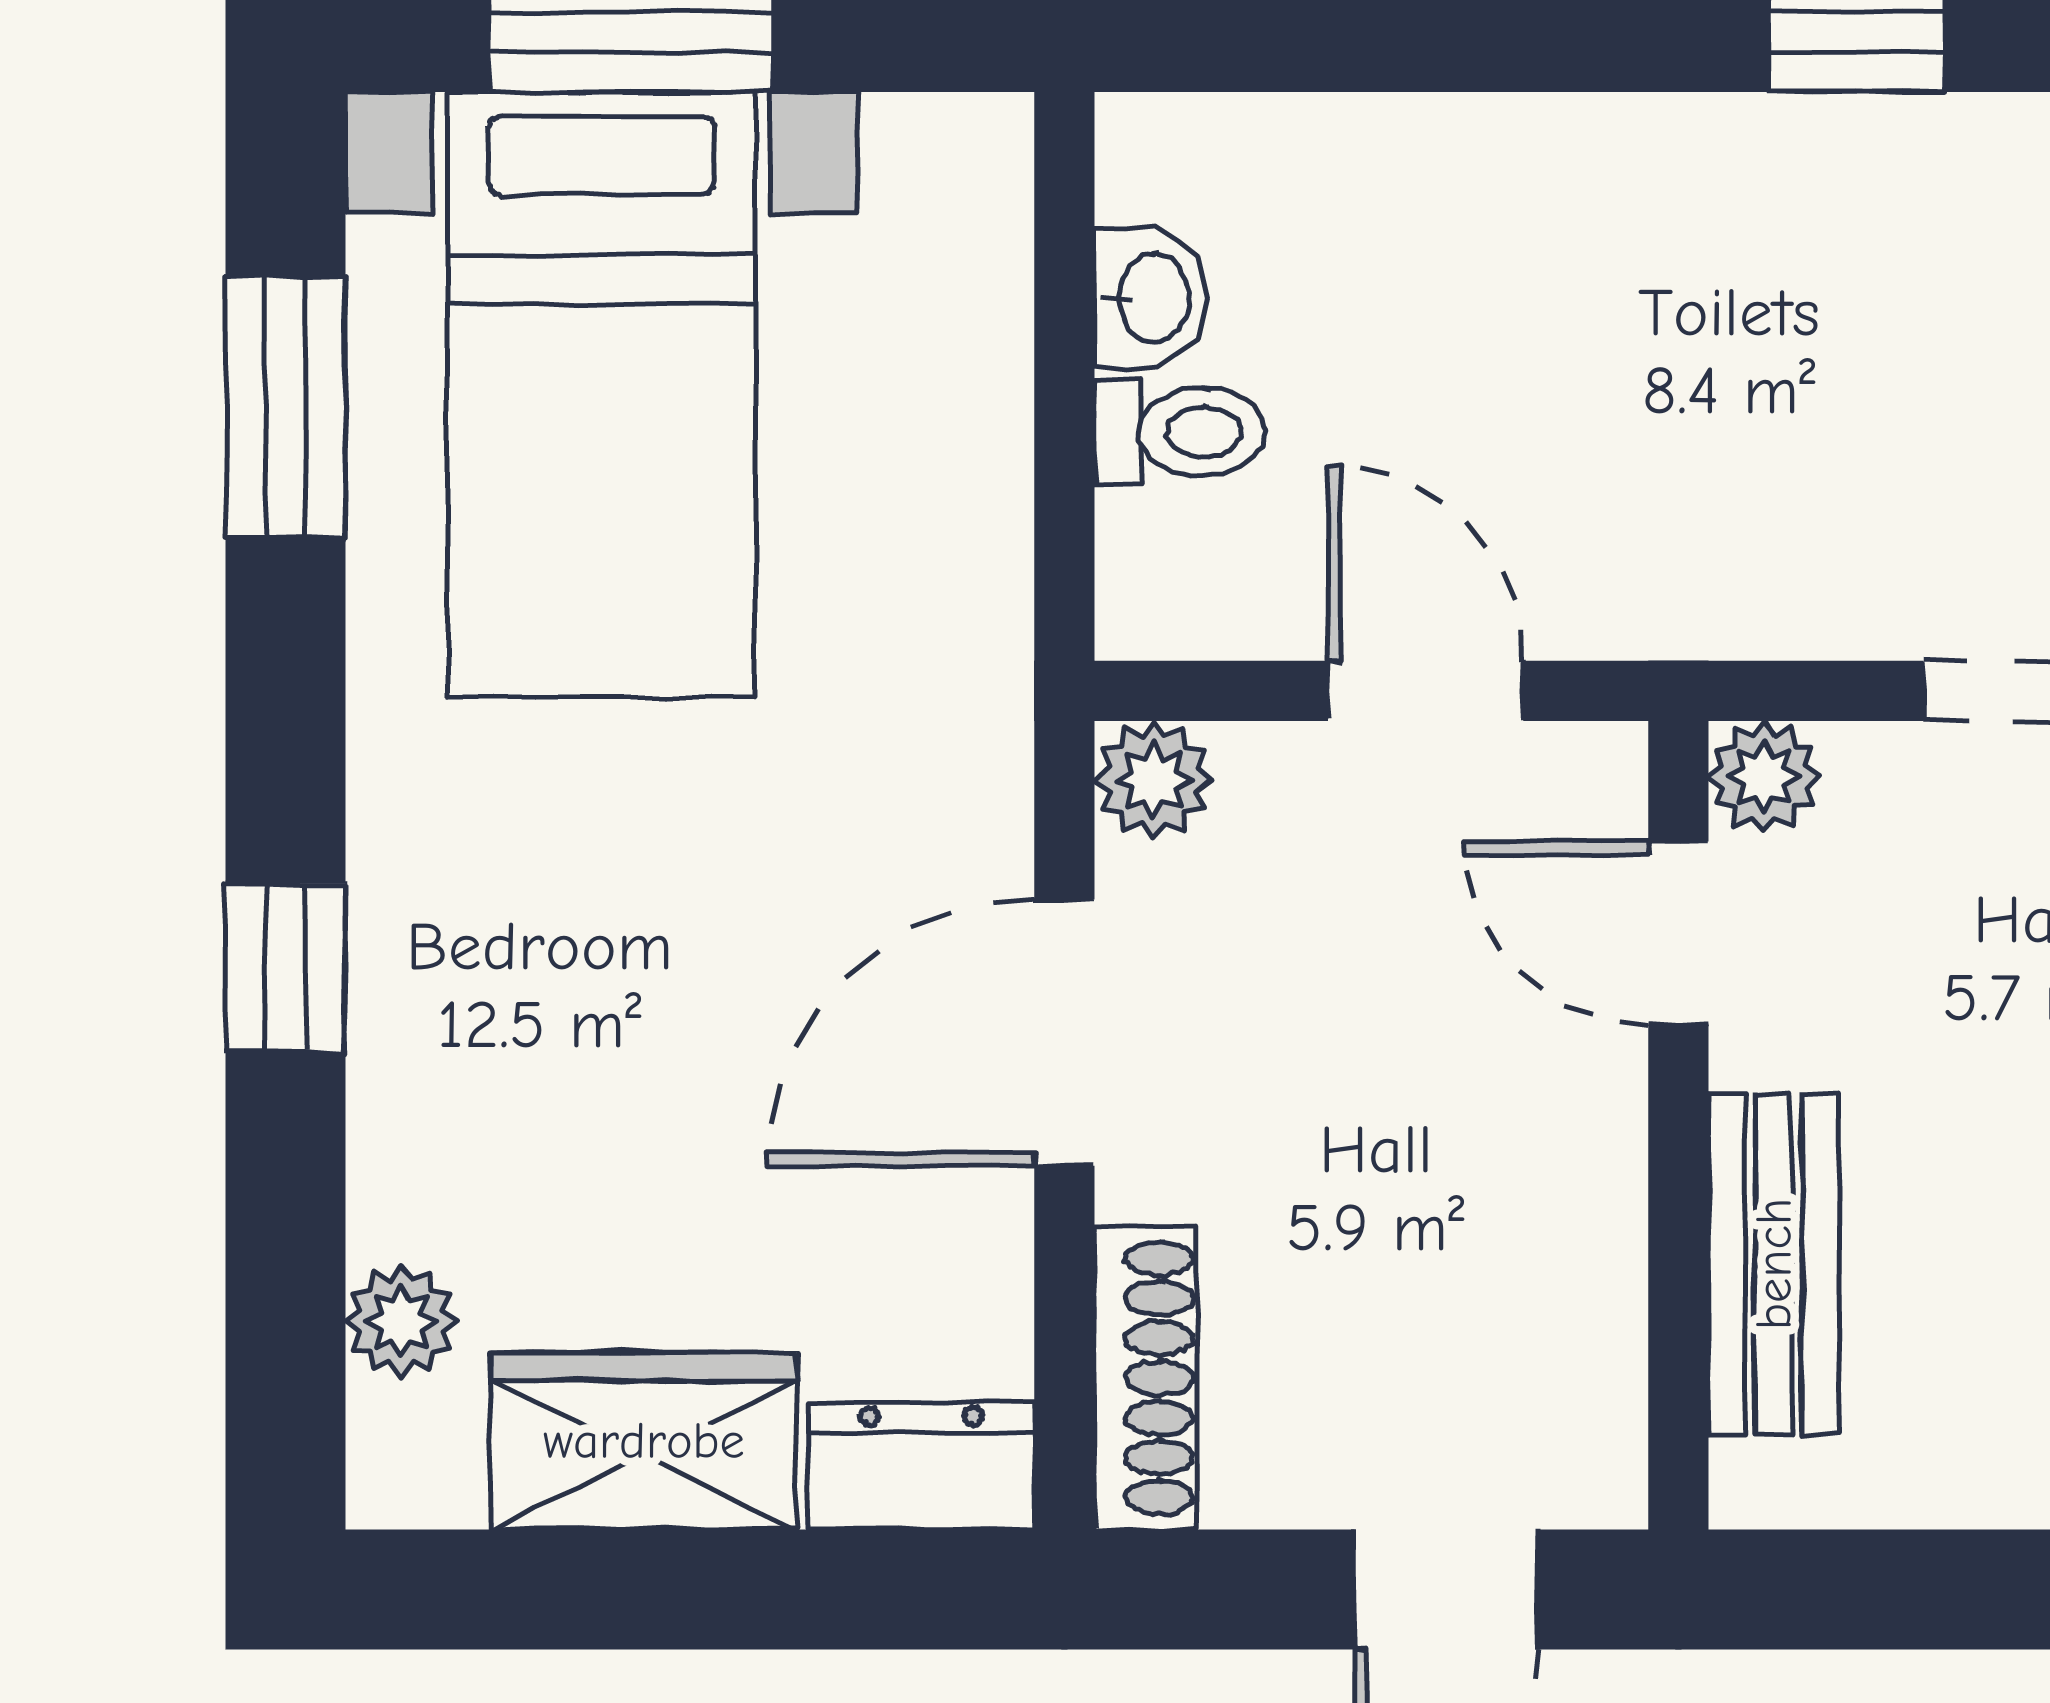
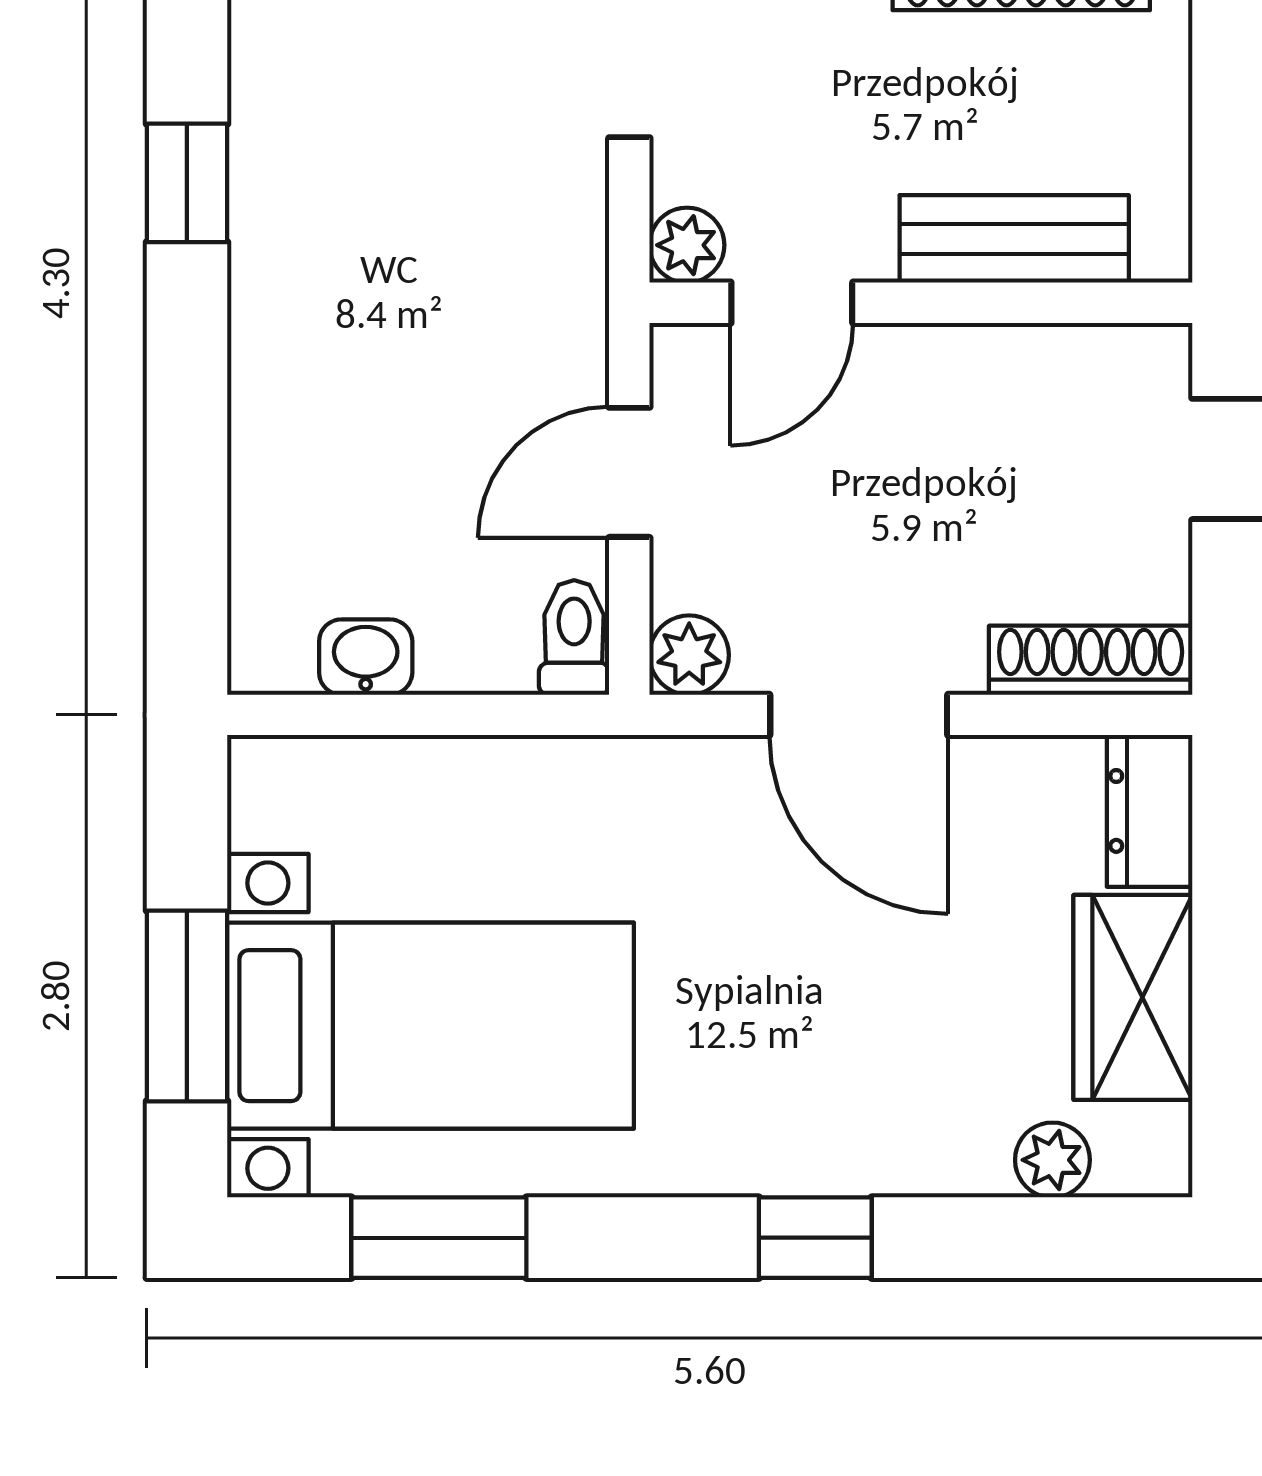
toilet: (1180, 432) -> (574, 637), moved

